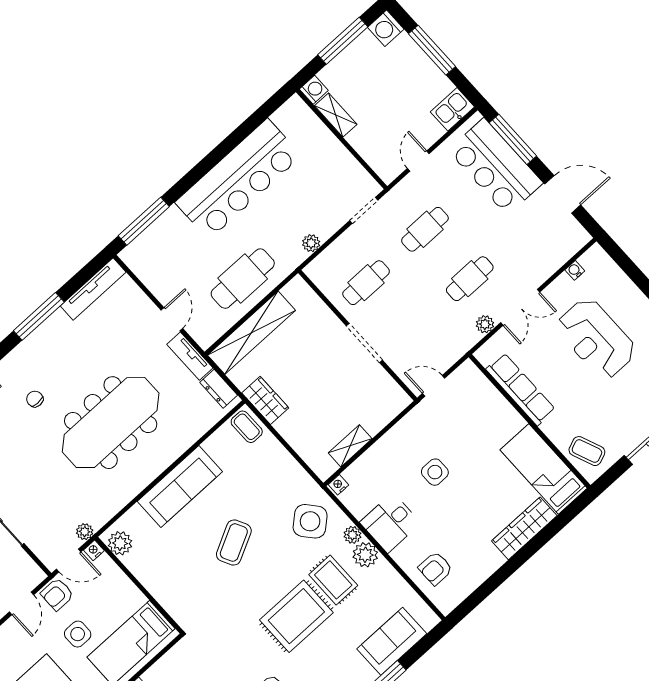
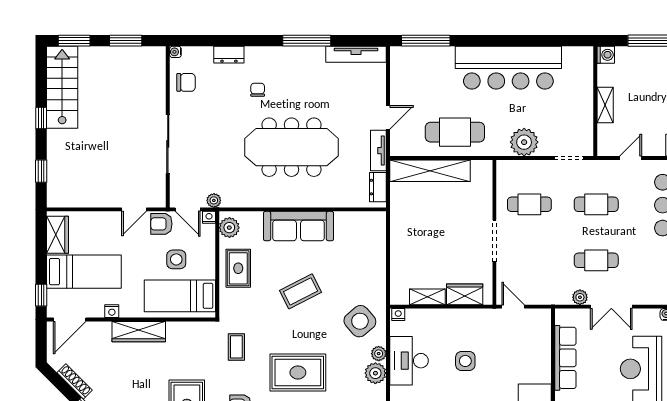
shelving: (336, 115) -> (605, 105), moved
plant: (311, 243) -> (524, 142), width x1.87, depth x1.87
wardrobe: (265, 400) -> (465, 294), moved, turned -90
coffee table: (247, 427) -> (236, 347), moved
desk: (390, 523) -> (409, 361), width x1.37
rug: (333, 580) -> (238, 268), moved
side table: (78, 634) -> (176, 259), moved

